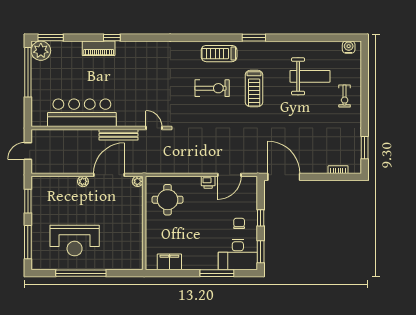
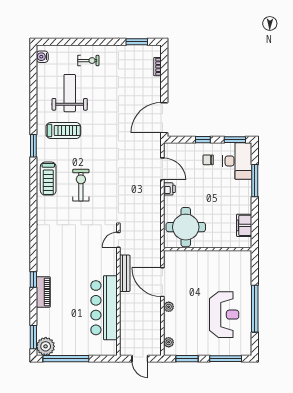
treadmill: (254, 89) -> (63, 130), moved
plant: (138, 181) -> (169, 342), moved
round table: (168, 200) -> (186, 227), width x1.36, depth x1.36

